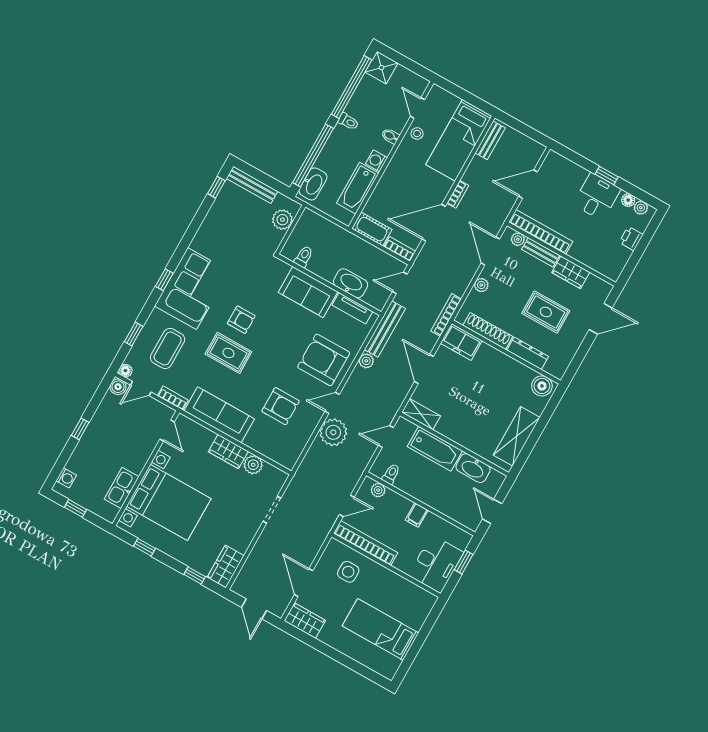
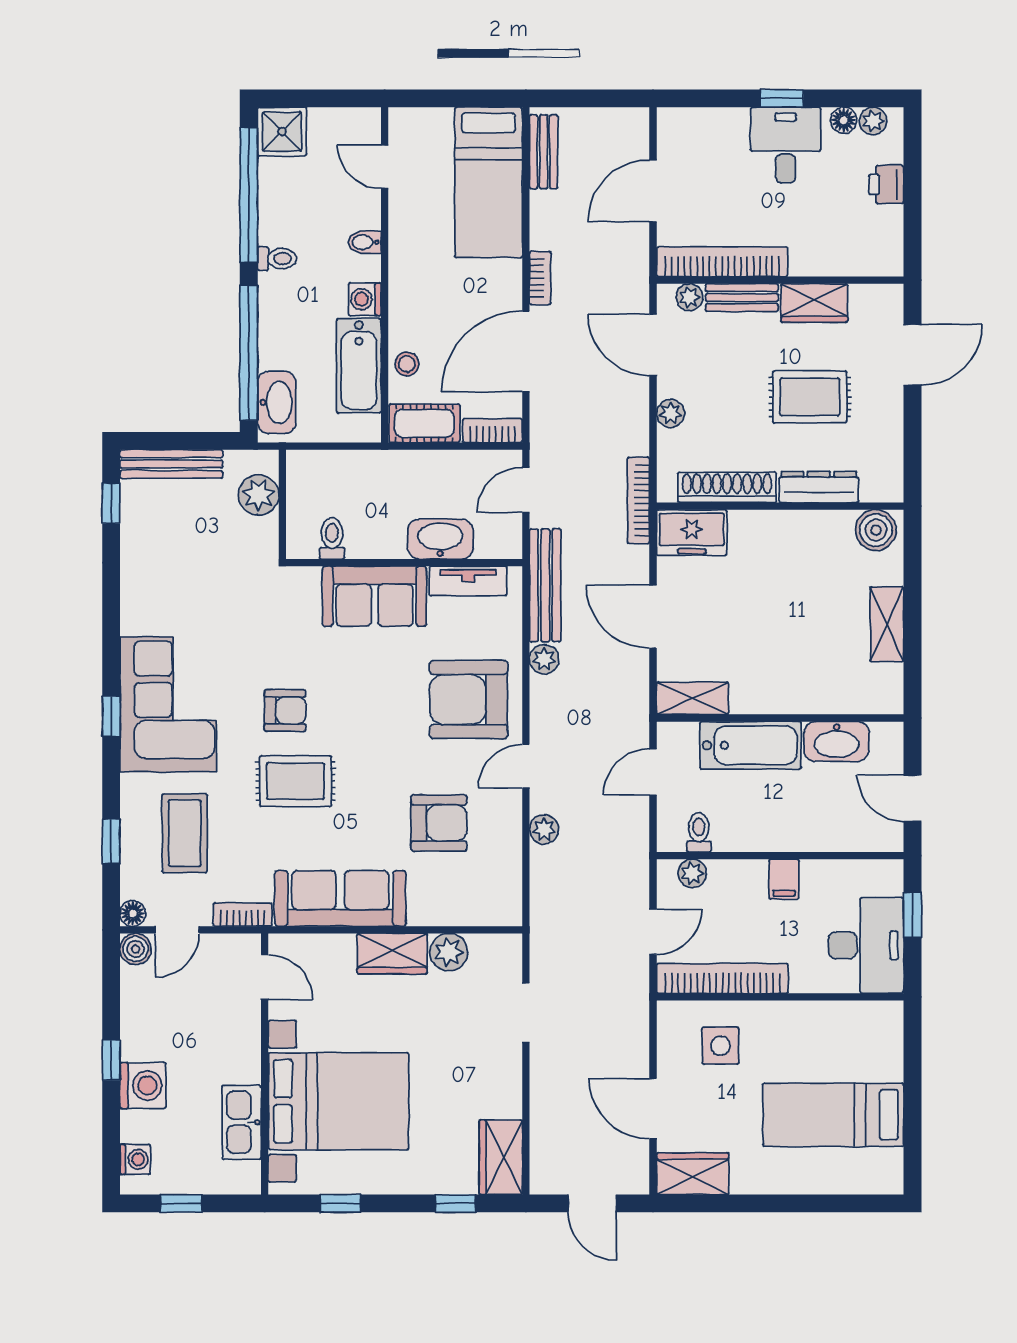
stool: (417, 133) -> (407, 364), moved
plant: (333, 432) -> (544, 829), width x0.53, depth x0.53
shelving: (517, 436) -> (887, 624), width x0.67, depth x0.75
washing machine: (88, 448) -> (143, 1085), added

